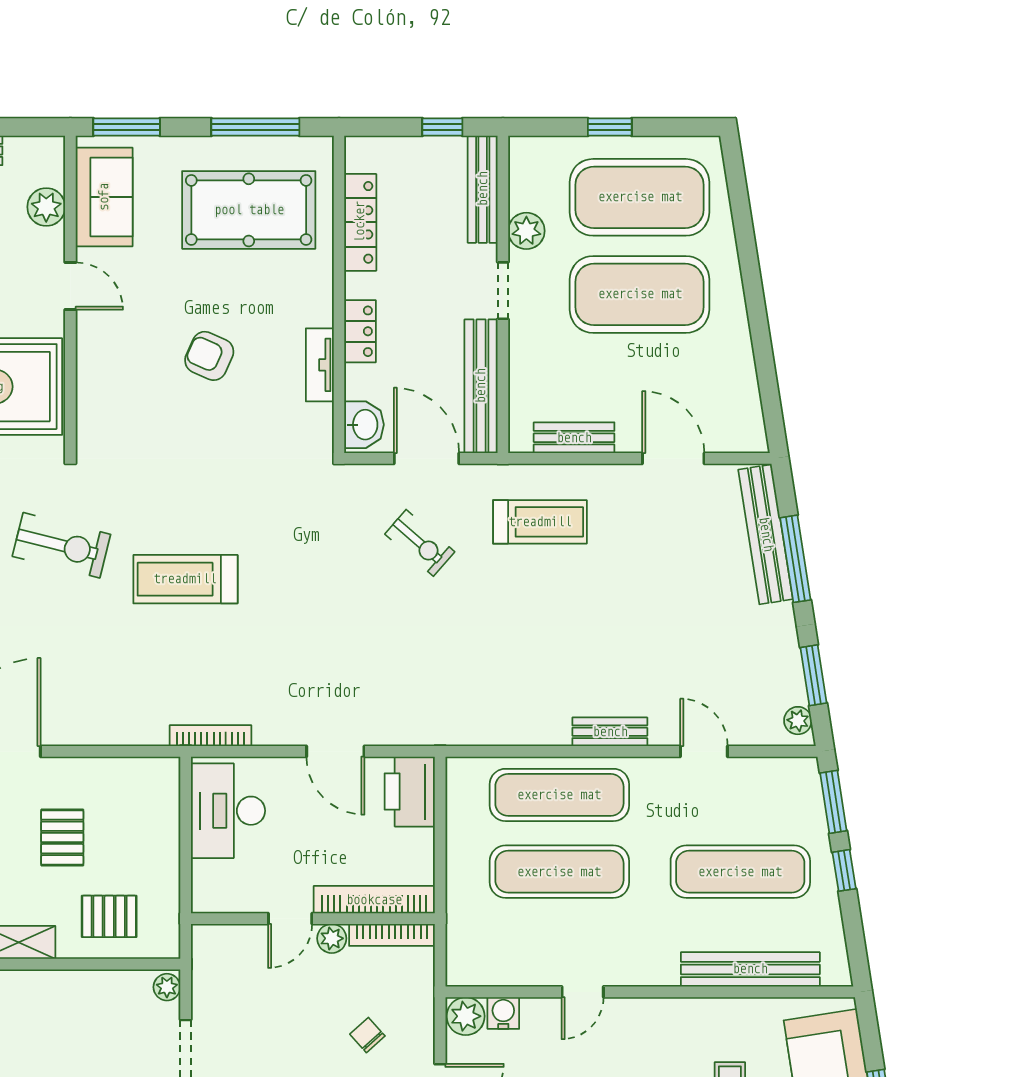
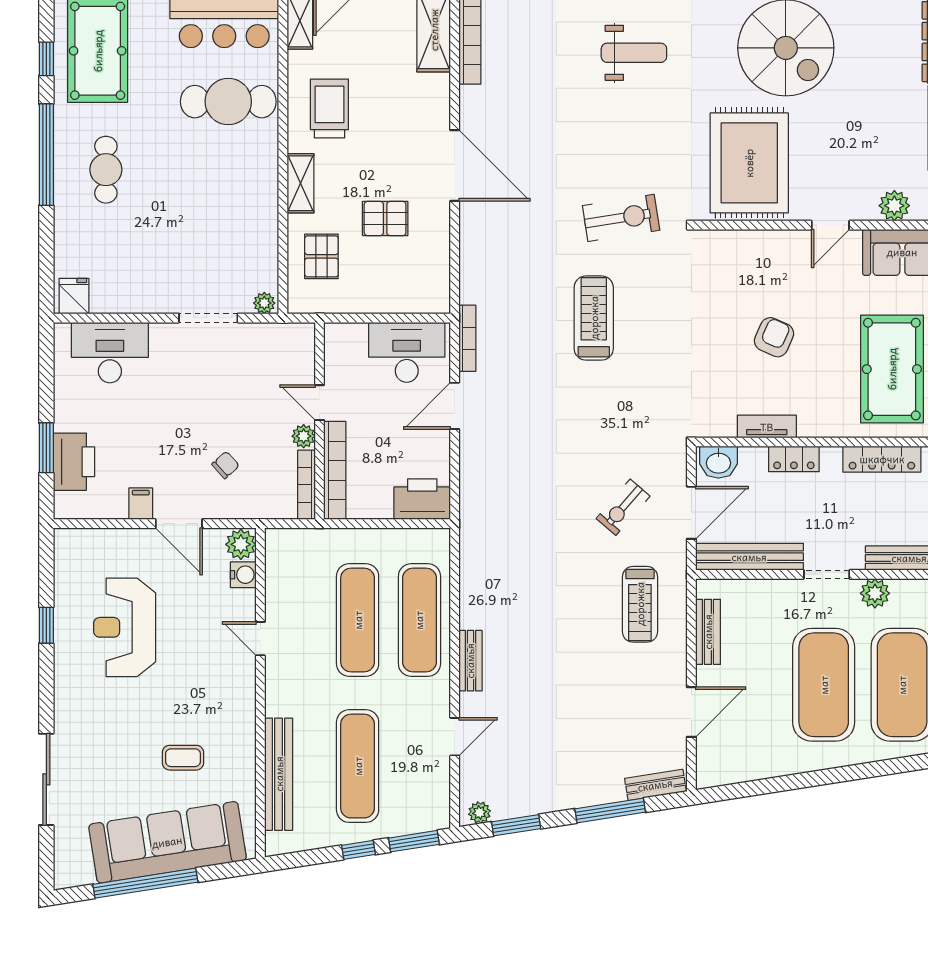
bench: (766, 534) -> (655, 785), width x0.54, depth x0.82
exercise bike: (61, 545) -> (621, 218), turned -113
door: (335, 751) -> (455, 406), moved

